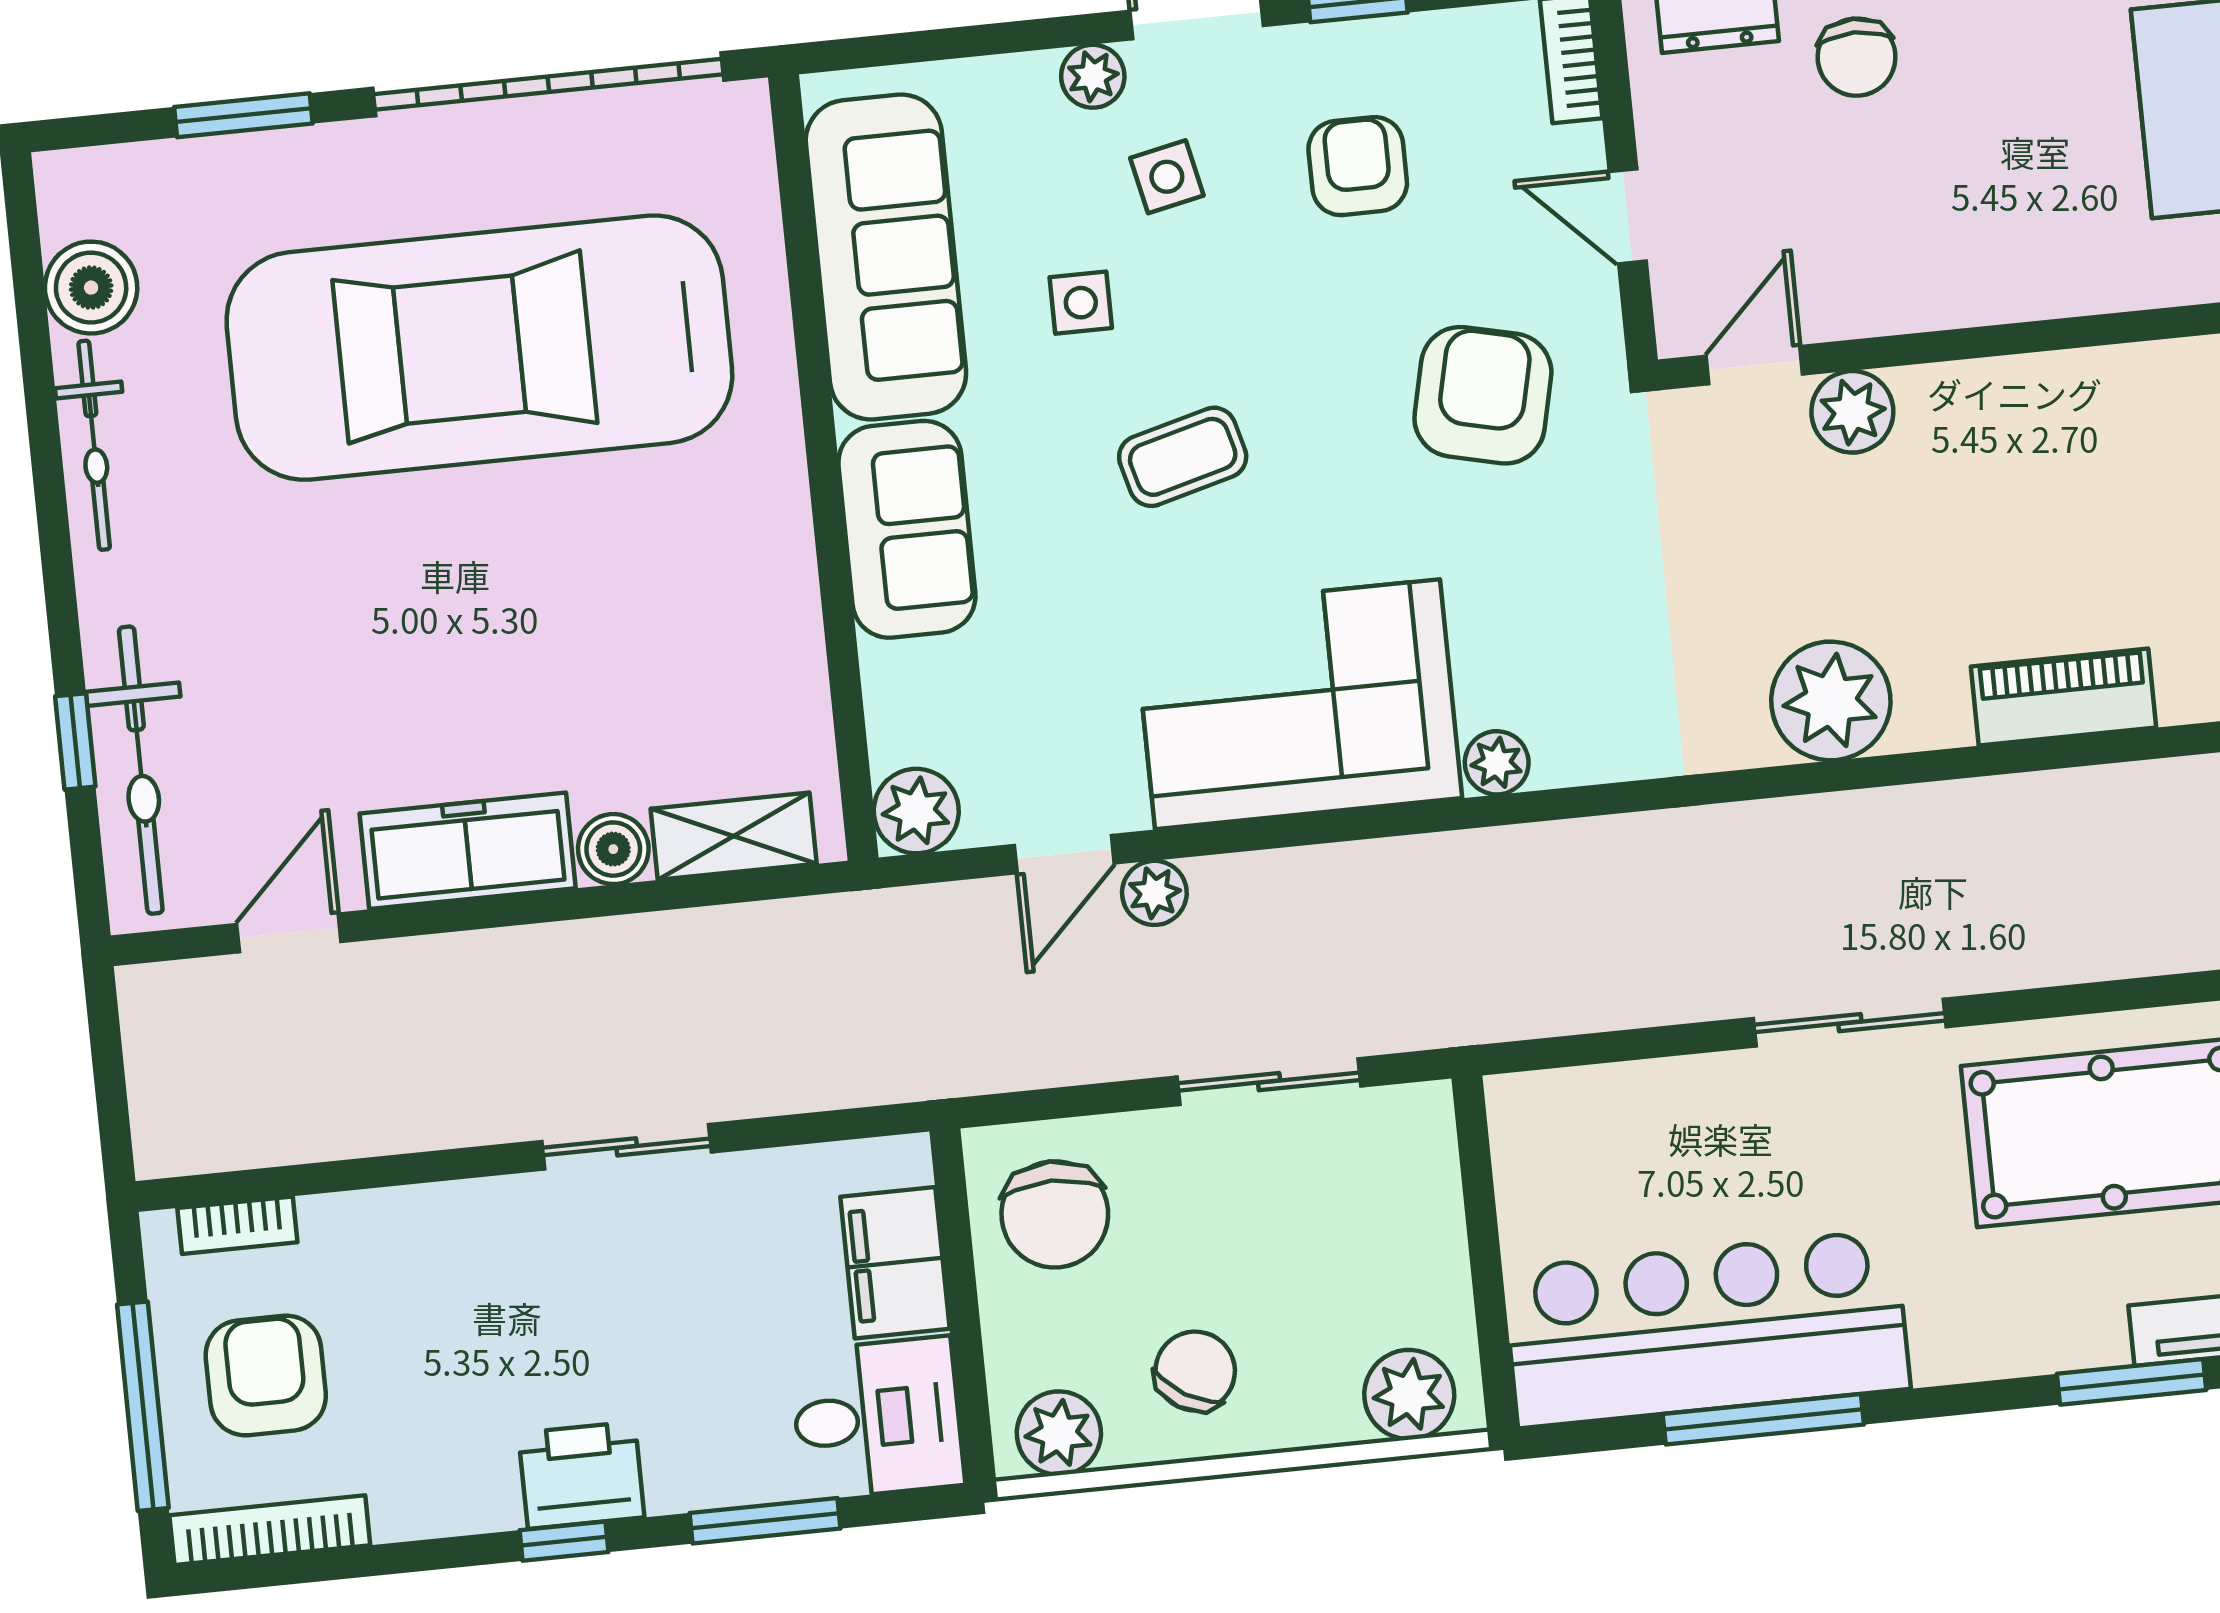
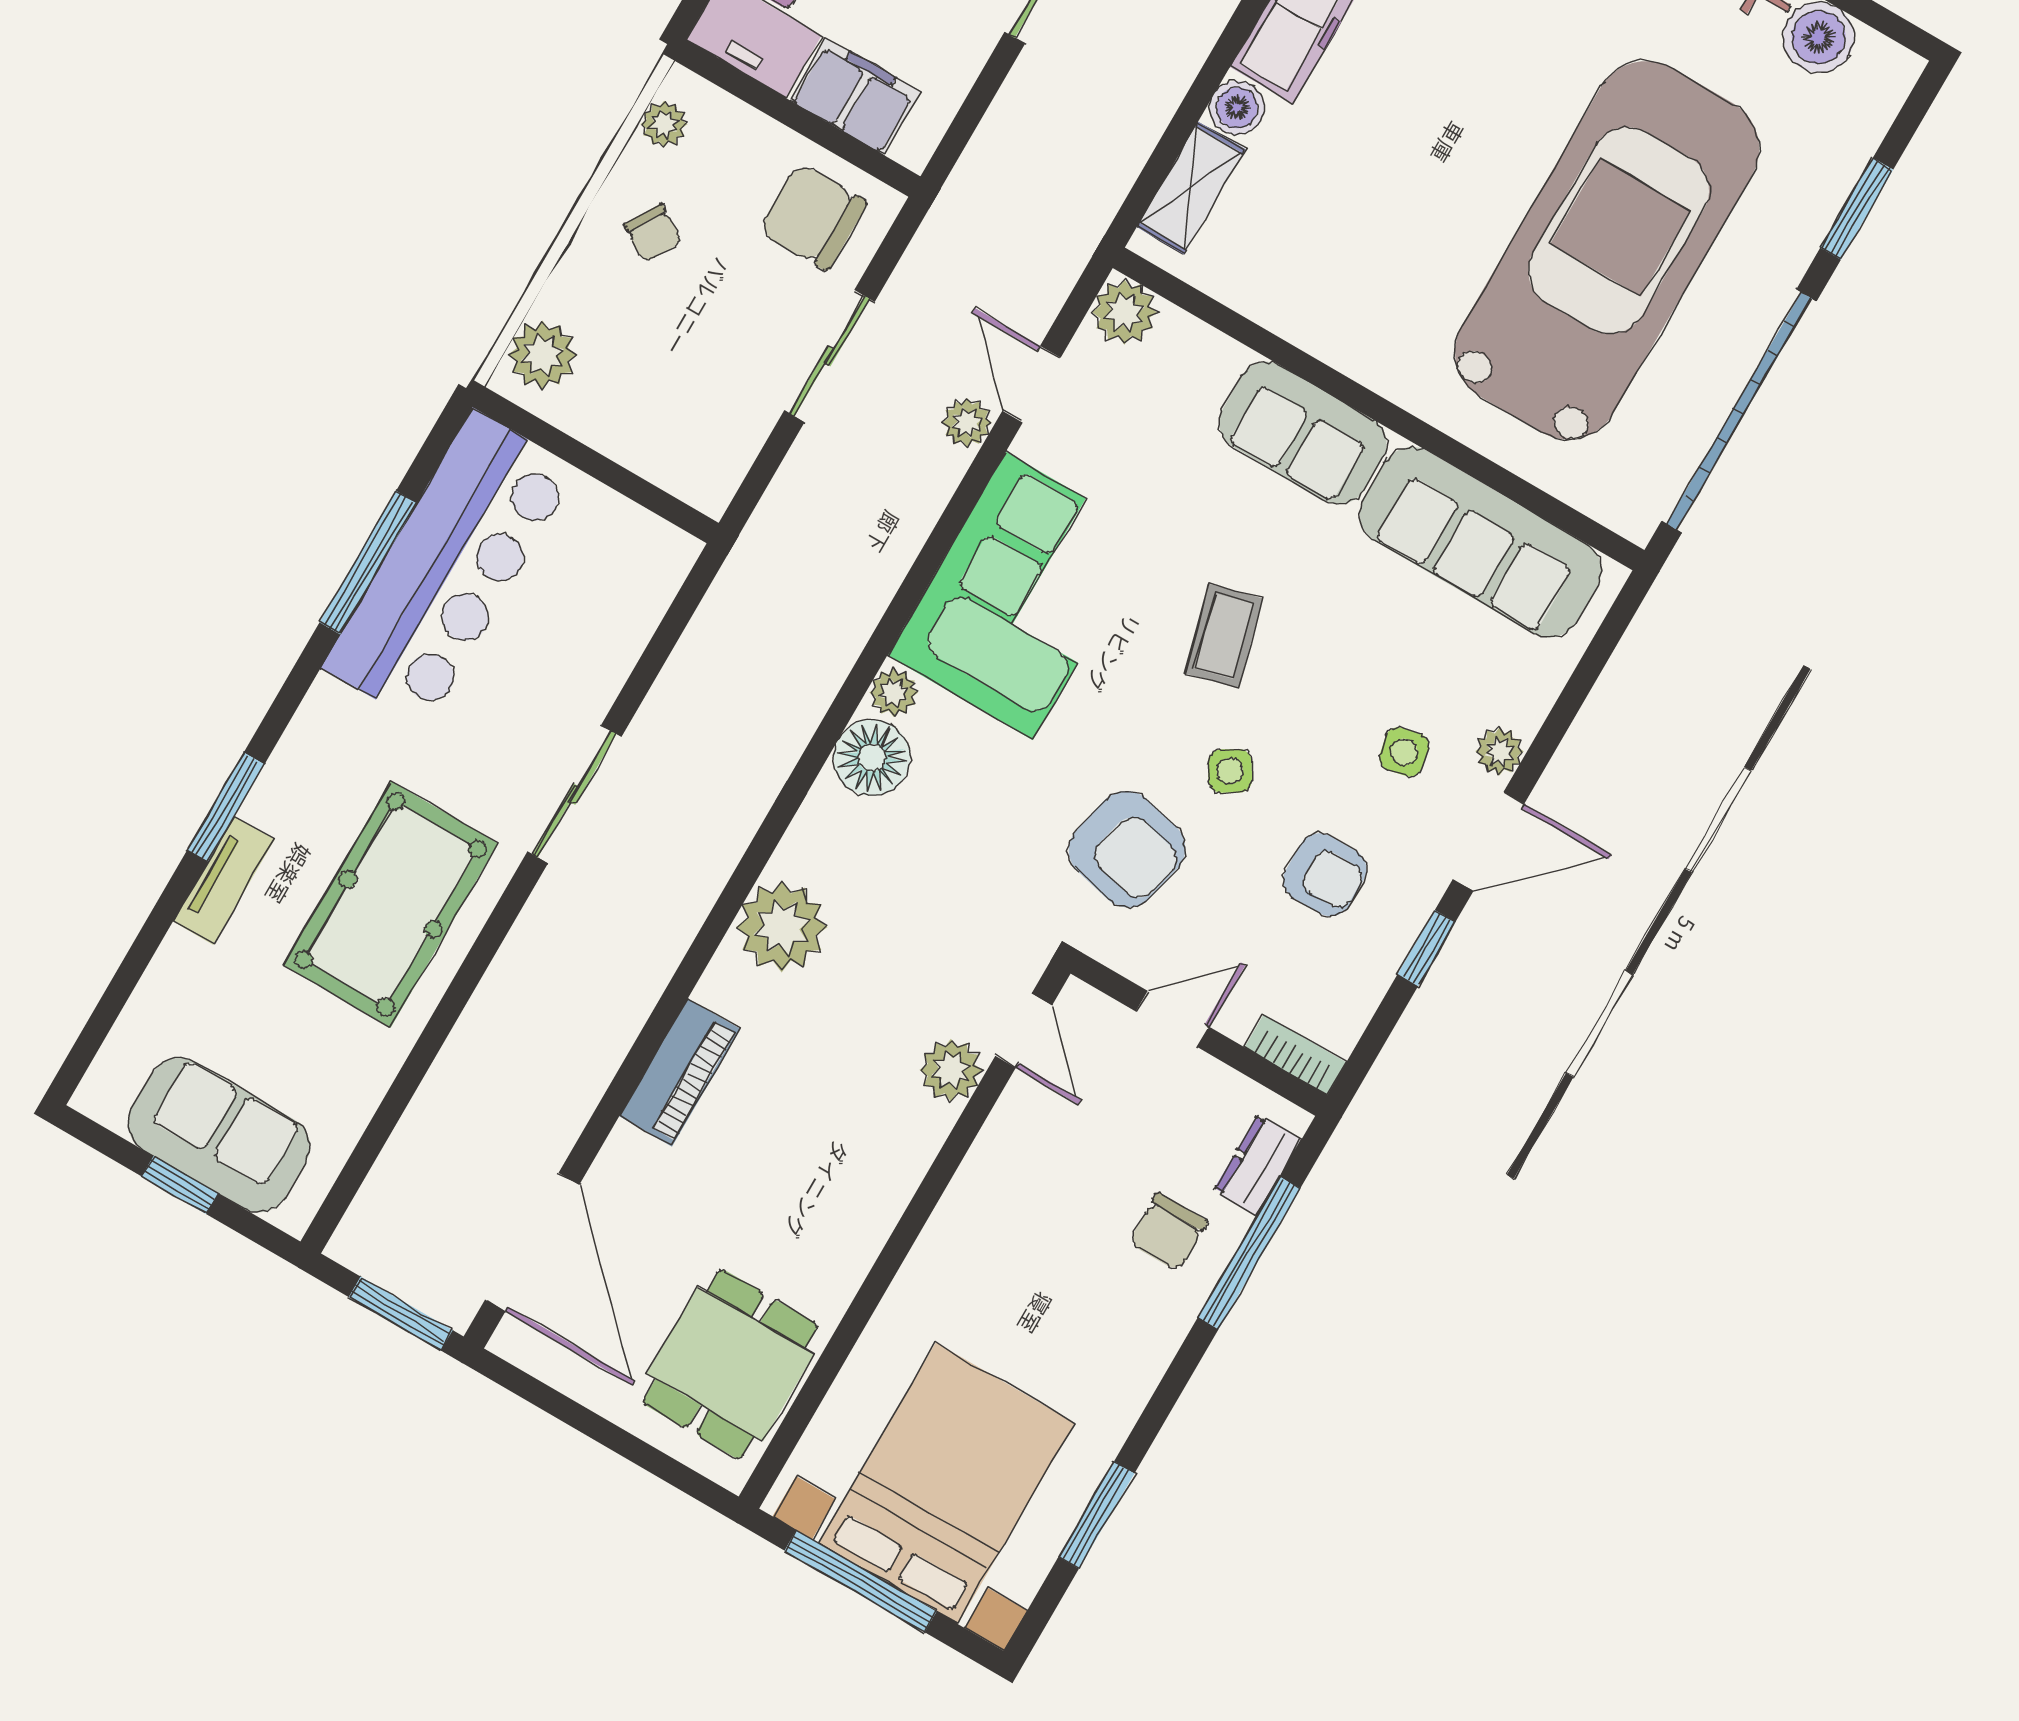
chair: (1857, 57) -> (1168, 1232), turned -90
side table: (1081, 303) -> (1230, 771), moved, turned -31
floor lamp: (1582, 736) -> (872, 758), added
sliding door: (1269, 1082) -> (829, 356), moved
chair: (1195, 1371) -> (653, 233), width x0.73, depth x0.73
plant: (1059, 1433) -> (664, 124), width x0.73, depth x0.73

